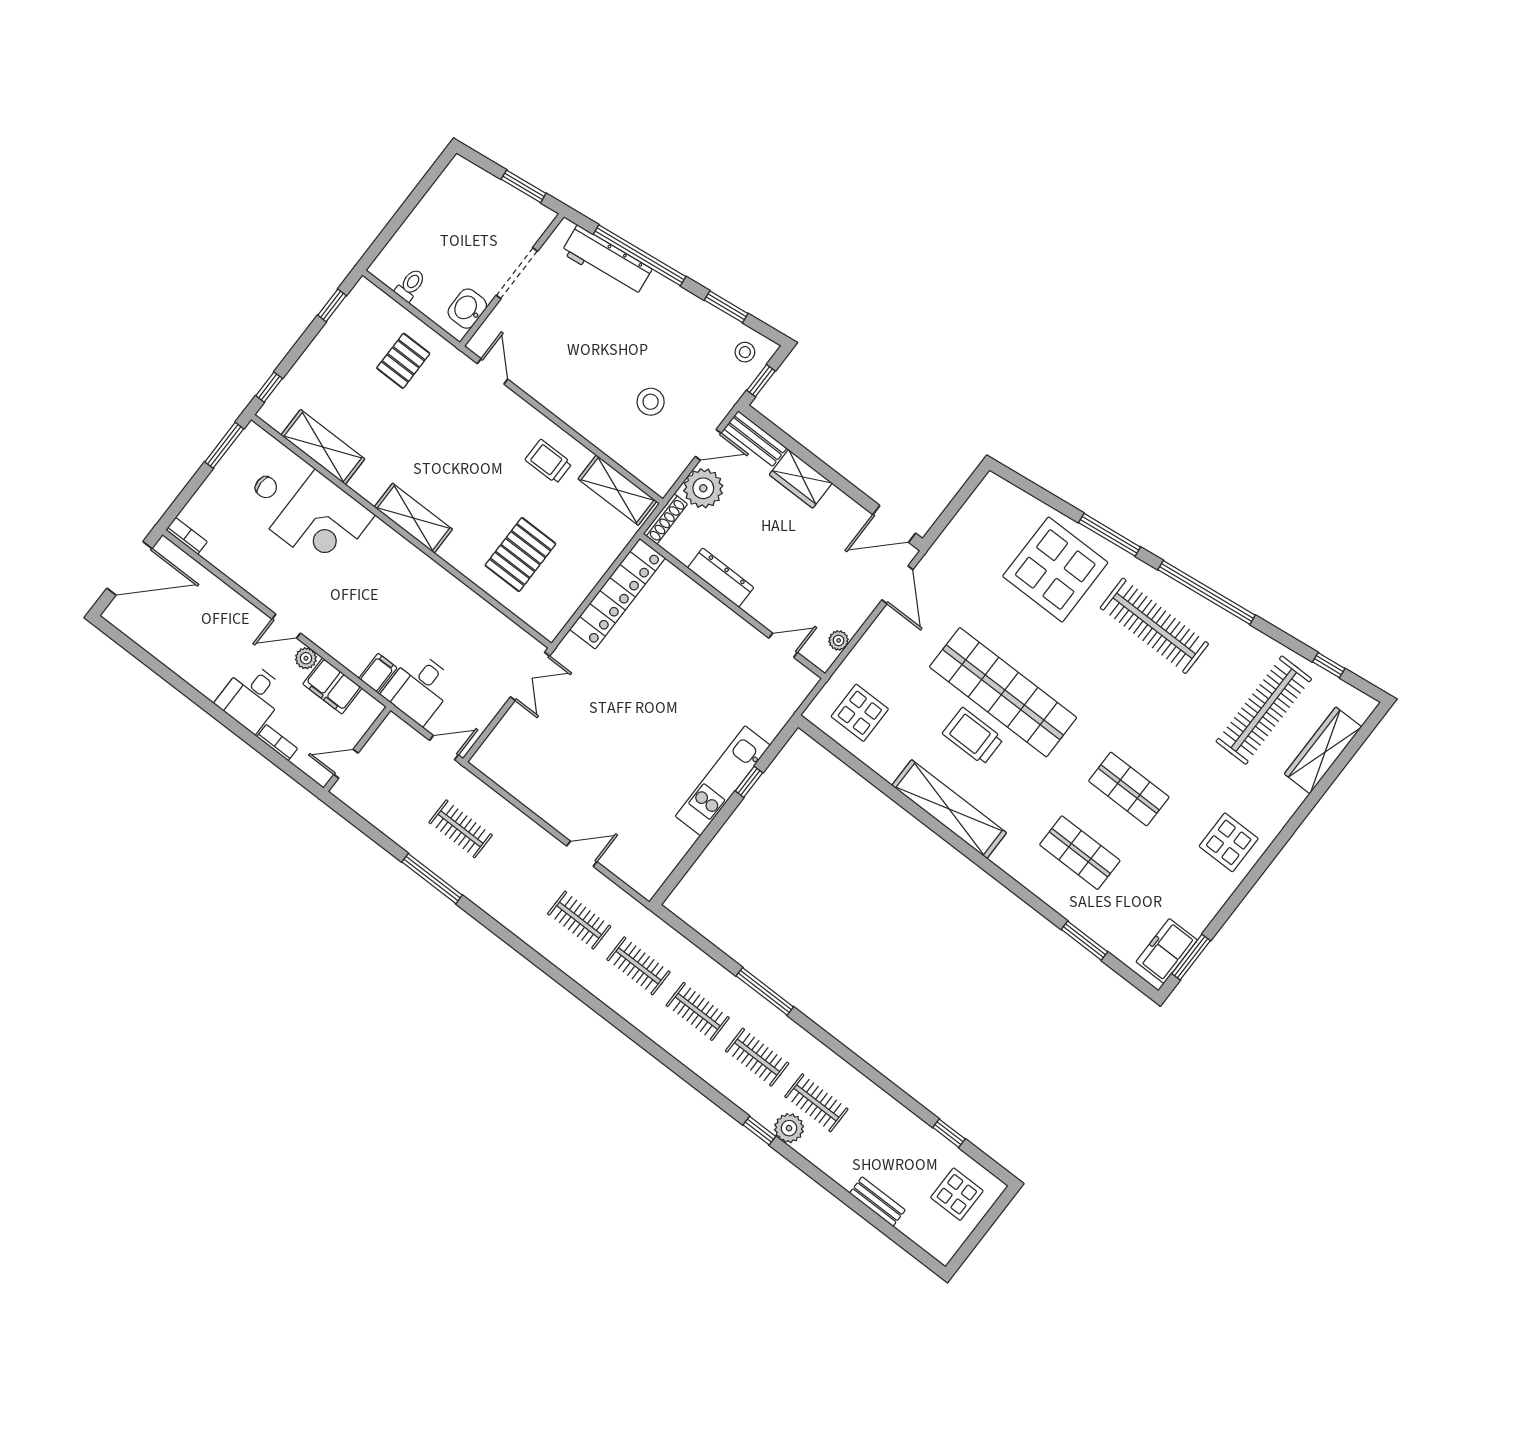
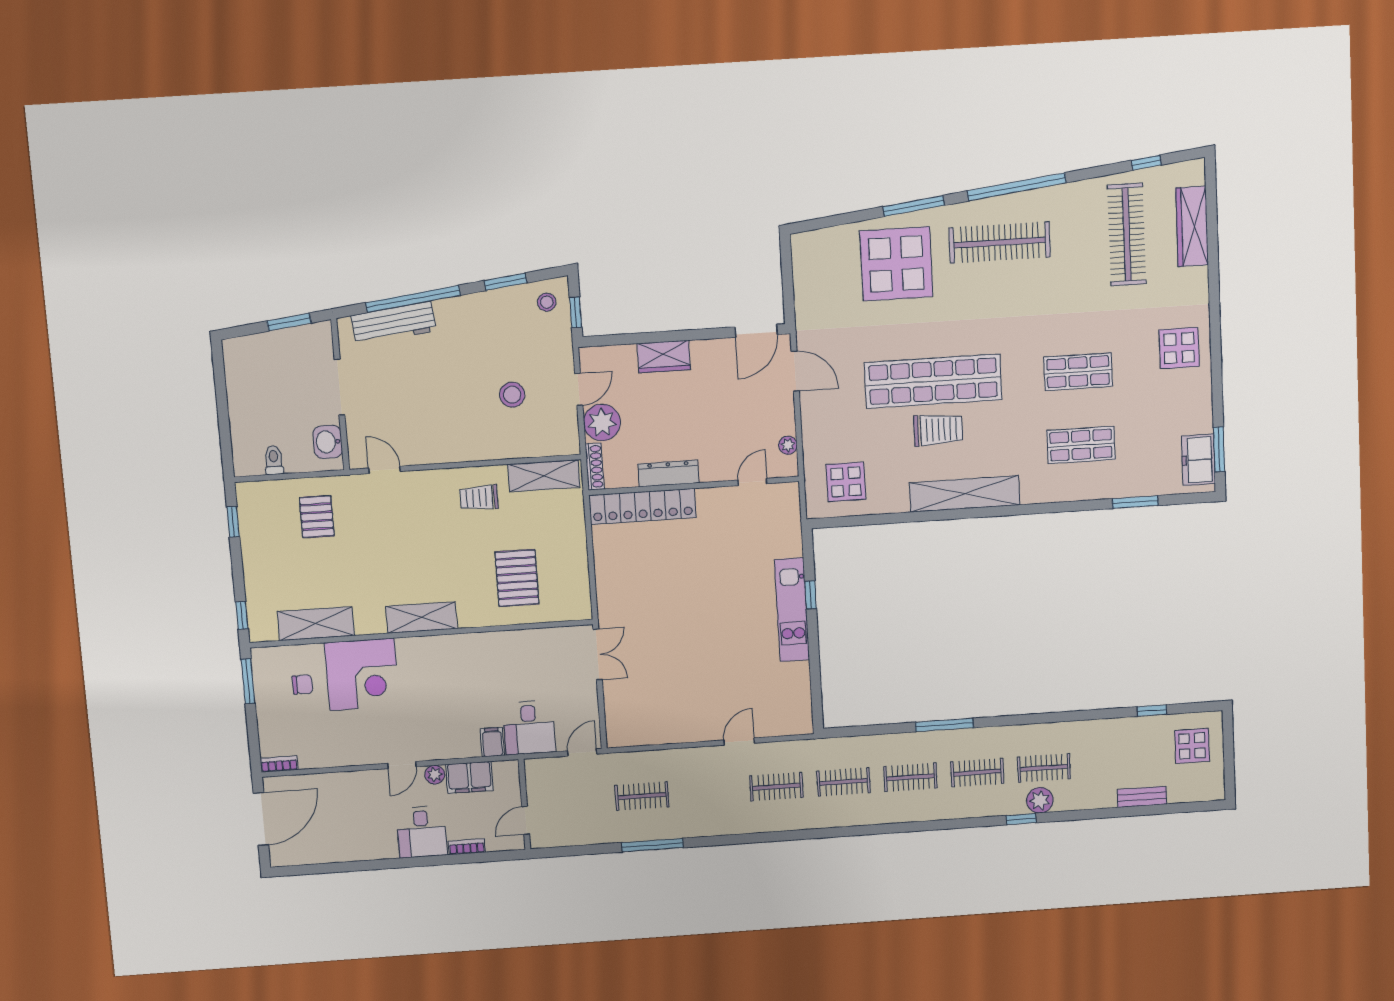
bench: (755, 438) -> (607, 356), removed
locker: (618, 594) -> (643, 506), moved, turned 90
trolley: (973, 736) -> (938, 430), turned 180

